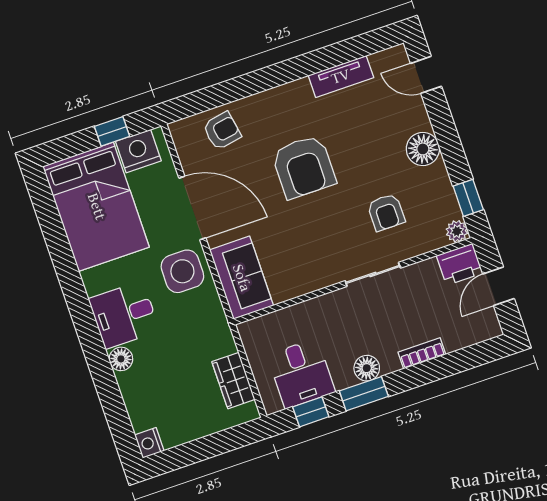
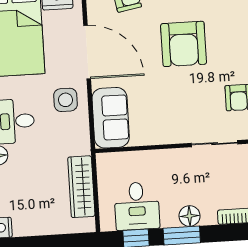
side table: (182, 271) -> (66, 100), width x0.73, depth x0.73
wardrobe: (233, 381) -> (81, 187), width x1.50

